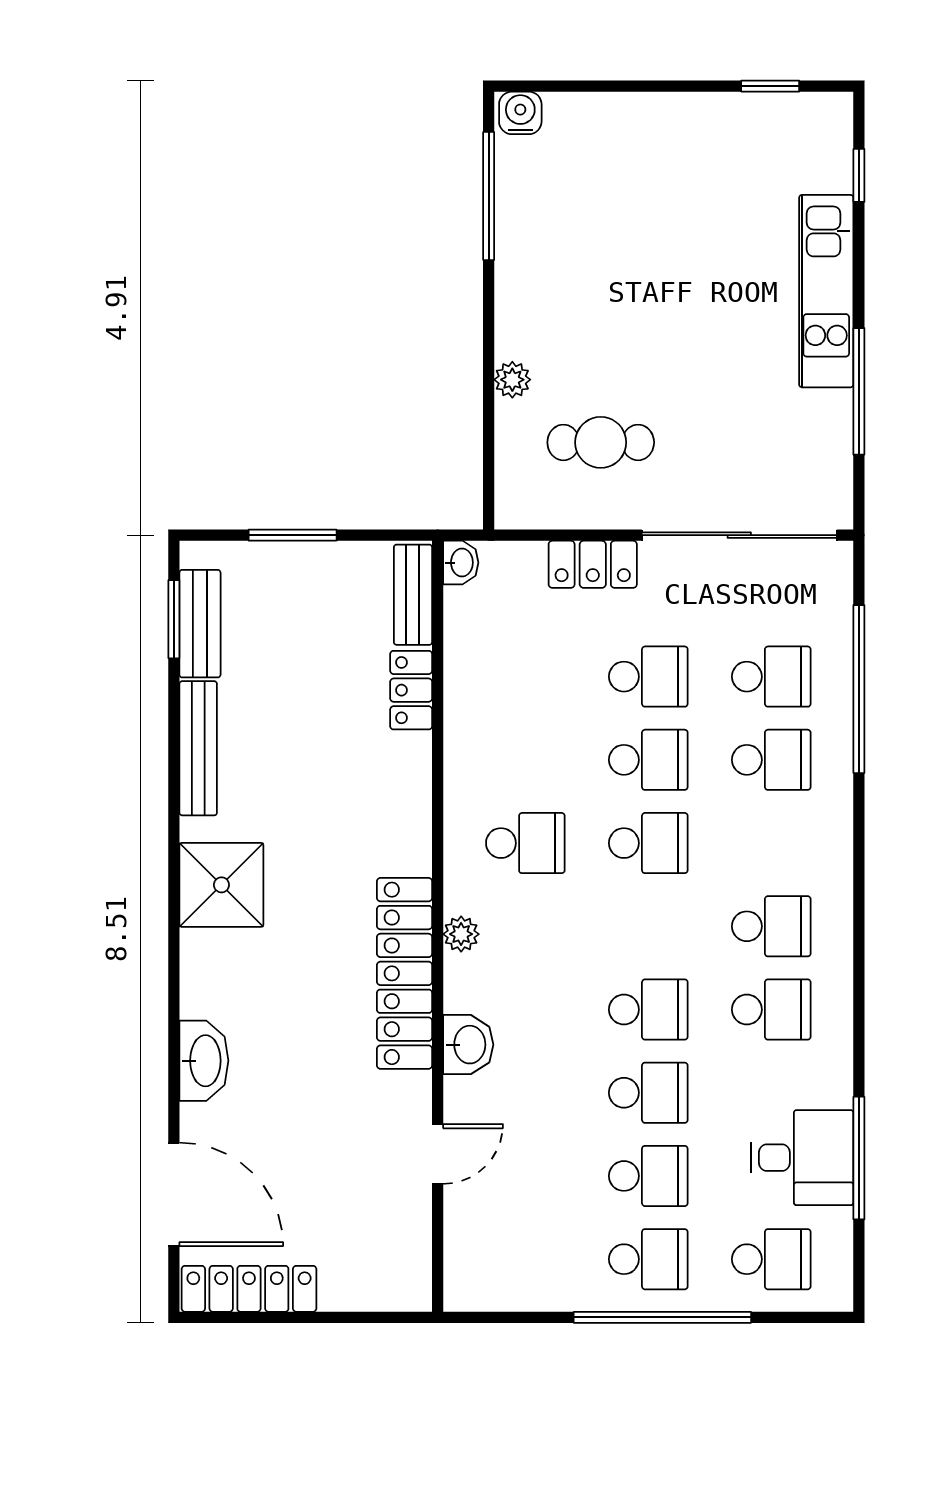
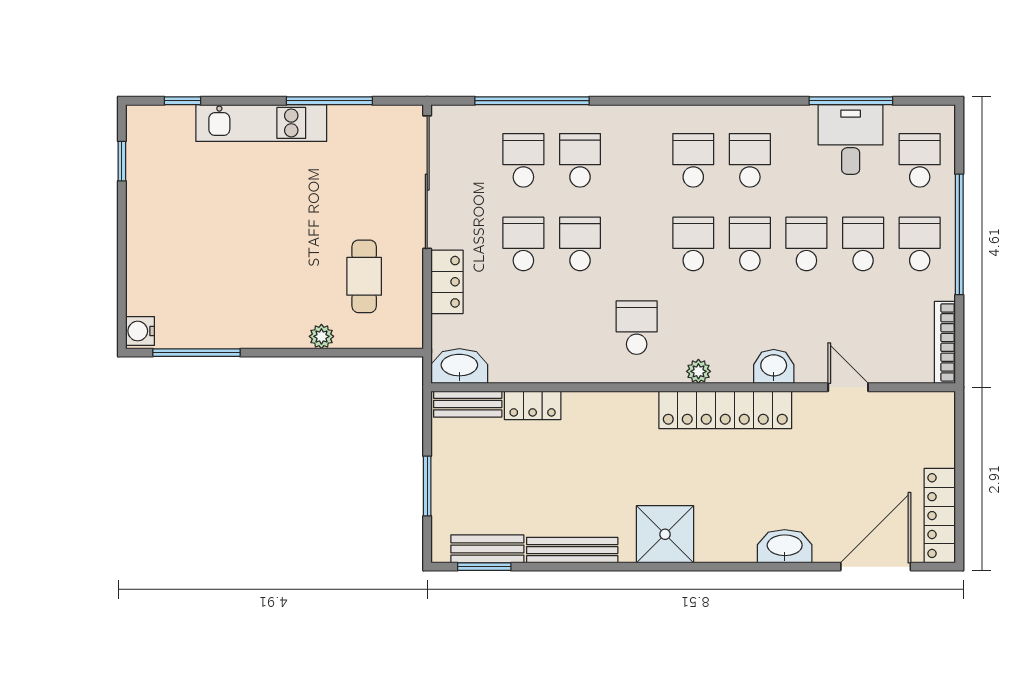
washbasin: (461, 563) -> (459, 366), width x1.91, depth x1.45
school desk: (648, 843) -> (693, 244), moved
bookcase: (504, 1296) -> (945, 342), added

